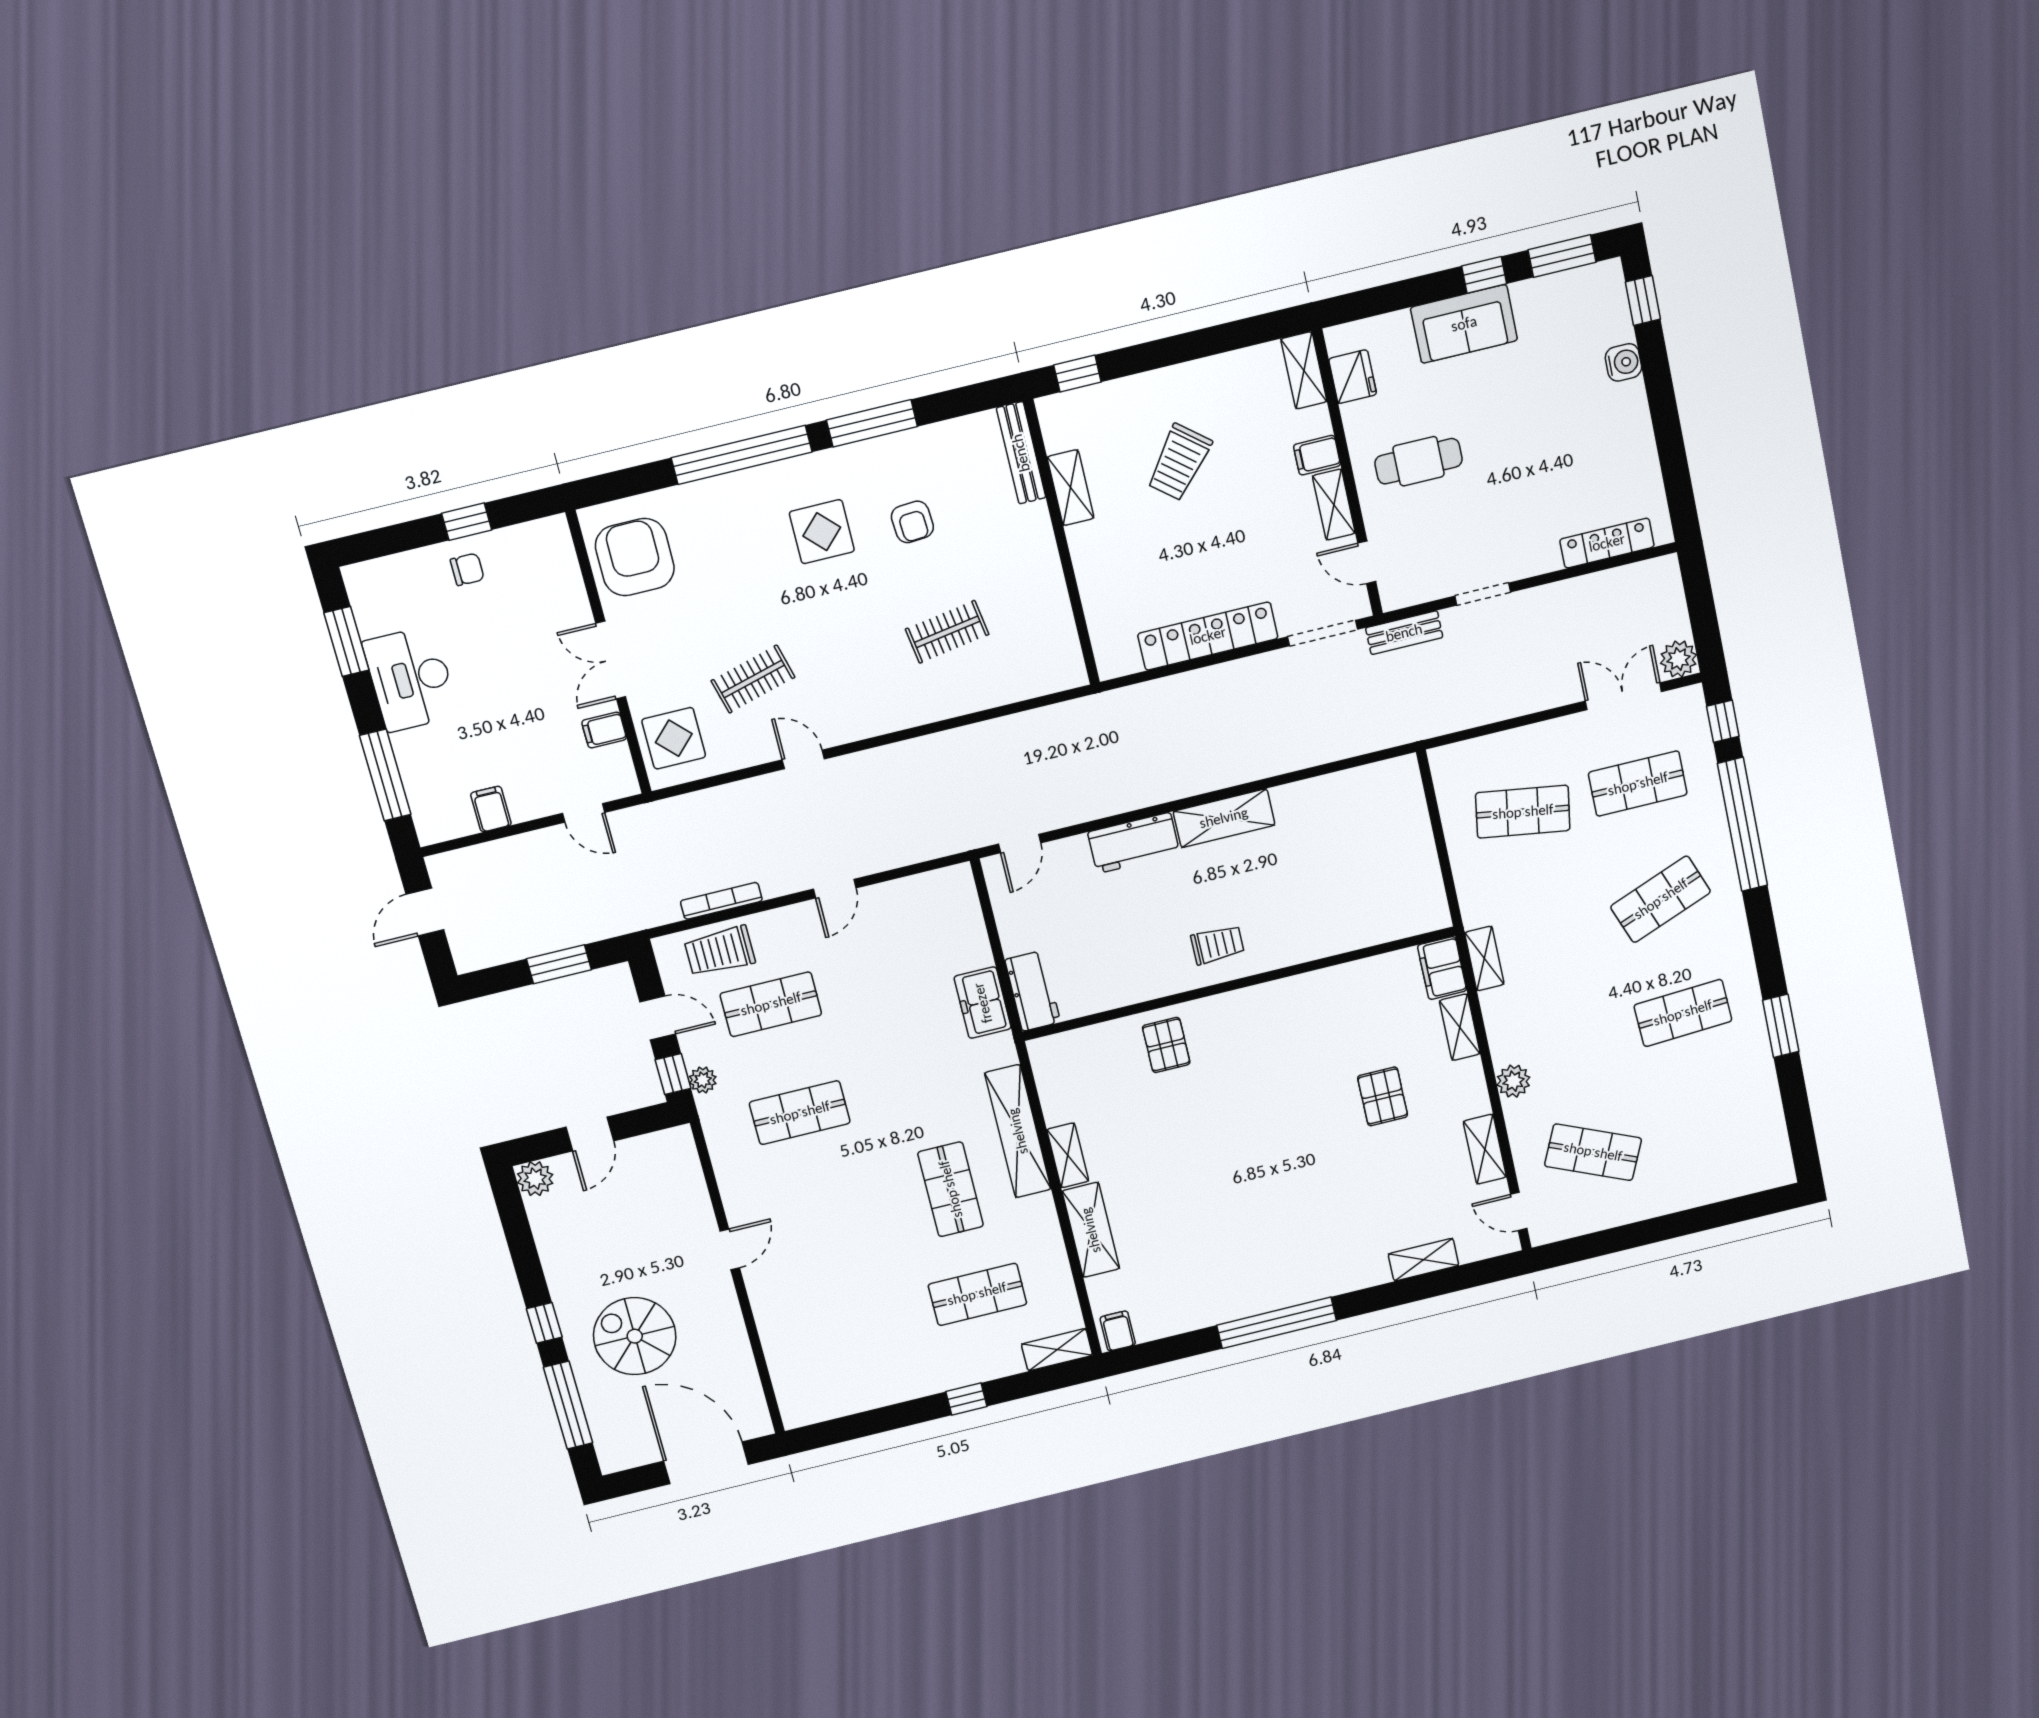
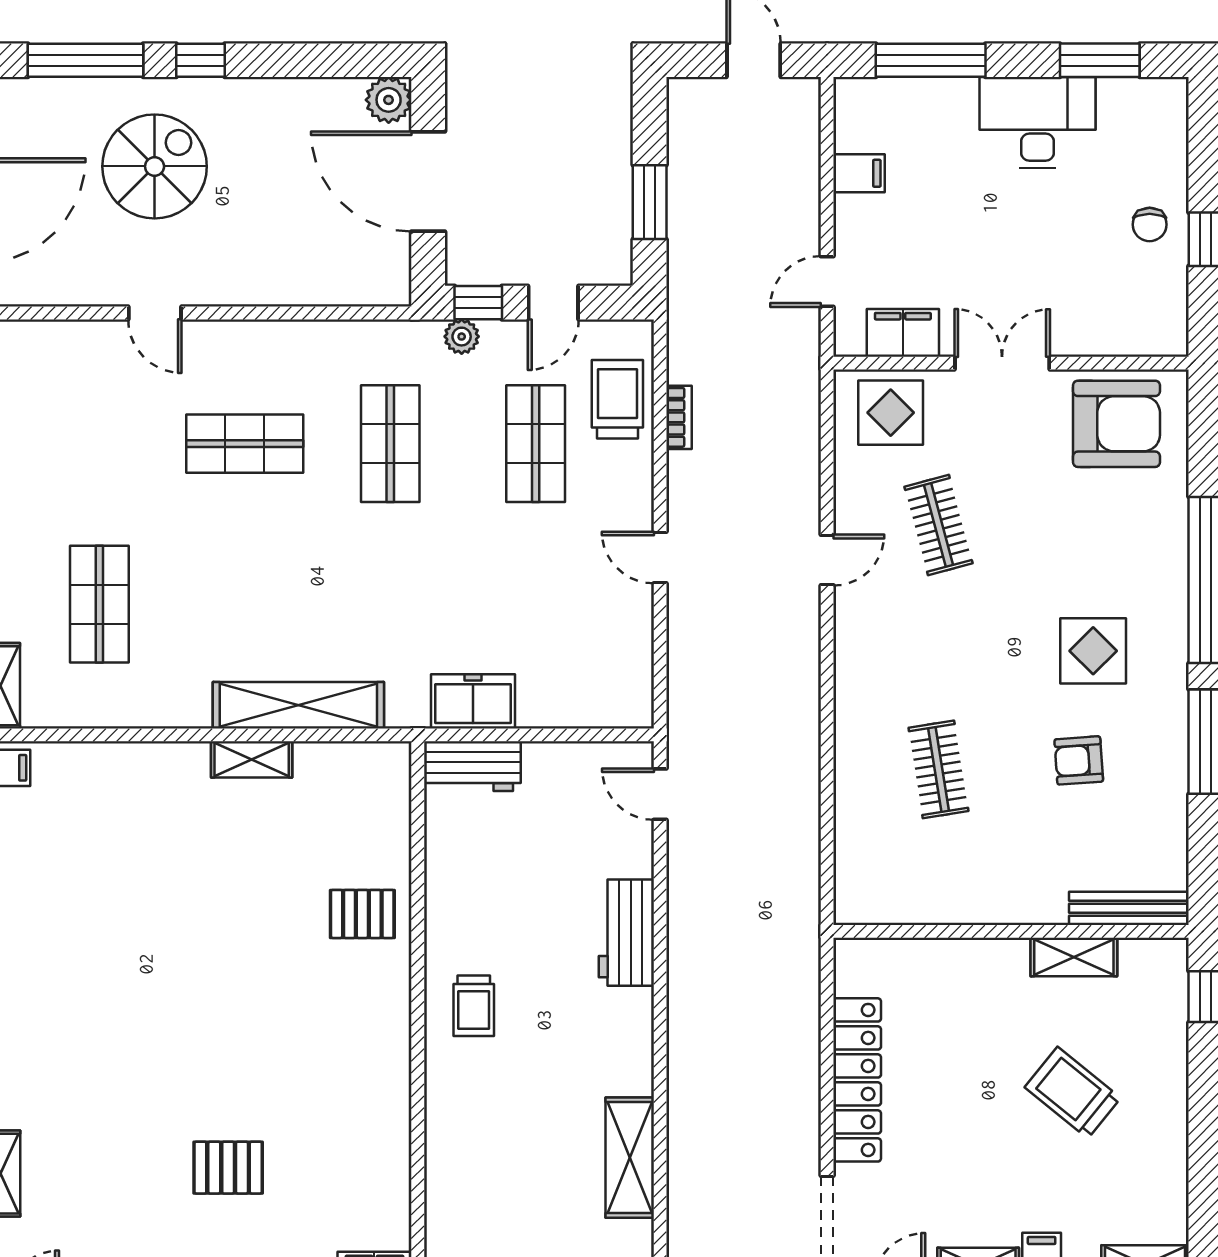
filing cabinet: (604, 730) -> (903, 333), width x2.00
shelving: (1224, 818) -> (630, 1158), moved
bookcase: (721, 901) -> (679, 417), width x0.64
door: (590, 1134) -> (428, 181), width x1.88
shop shelf: (951, 1189) -> (245, 444), moved
shelving: (1091, 1230) -> (147, 765), removed
door: (730, 1249) -> (155, 313), moved

